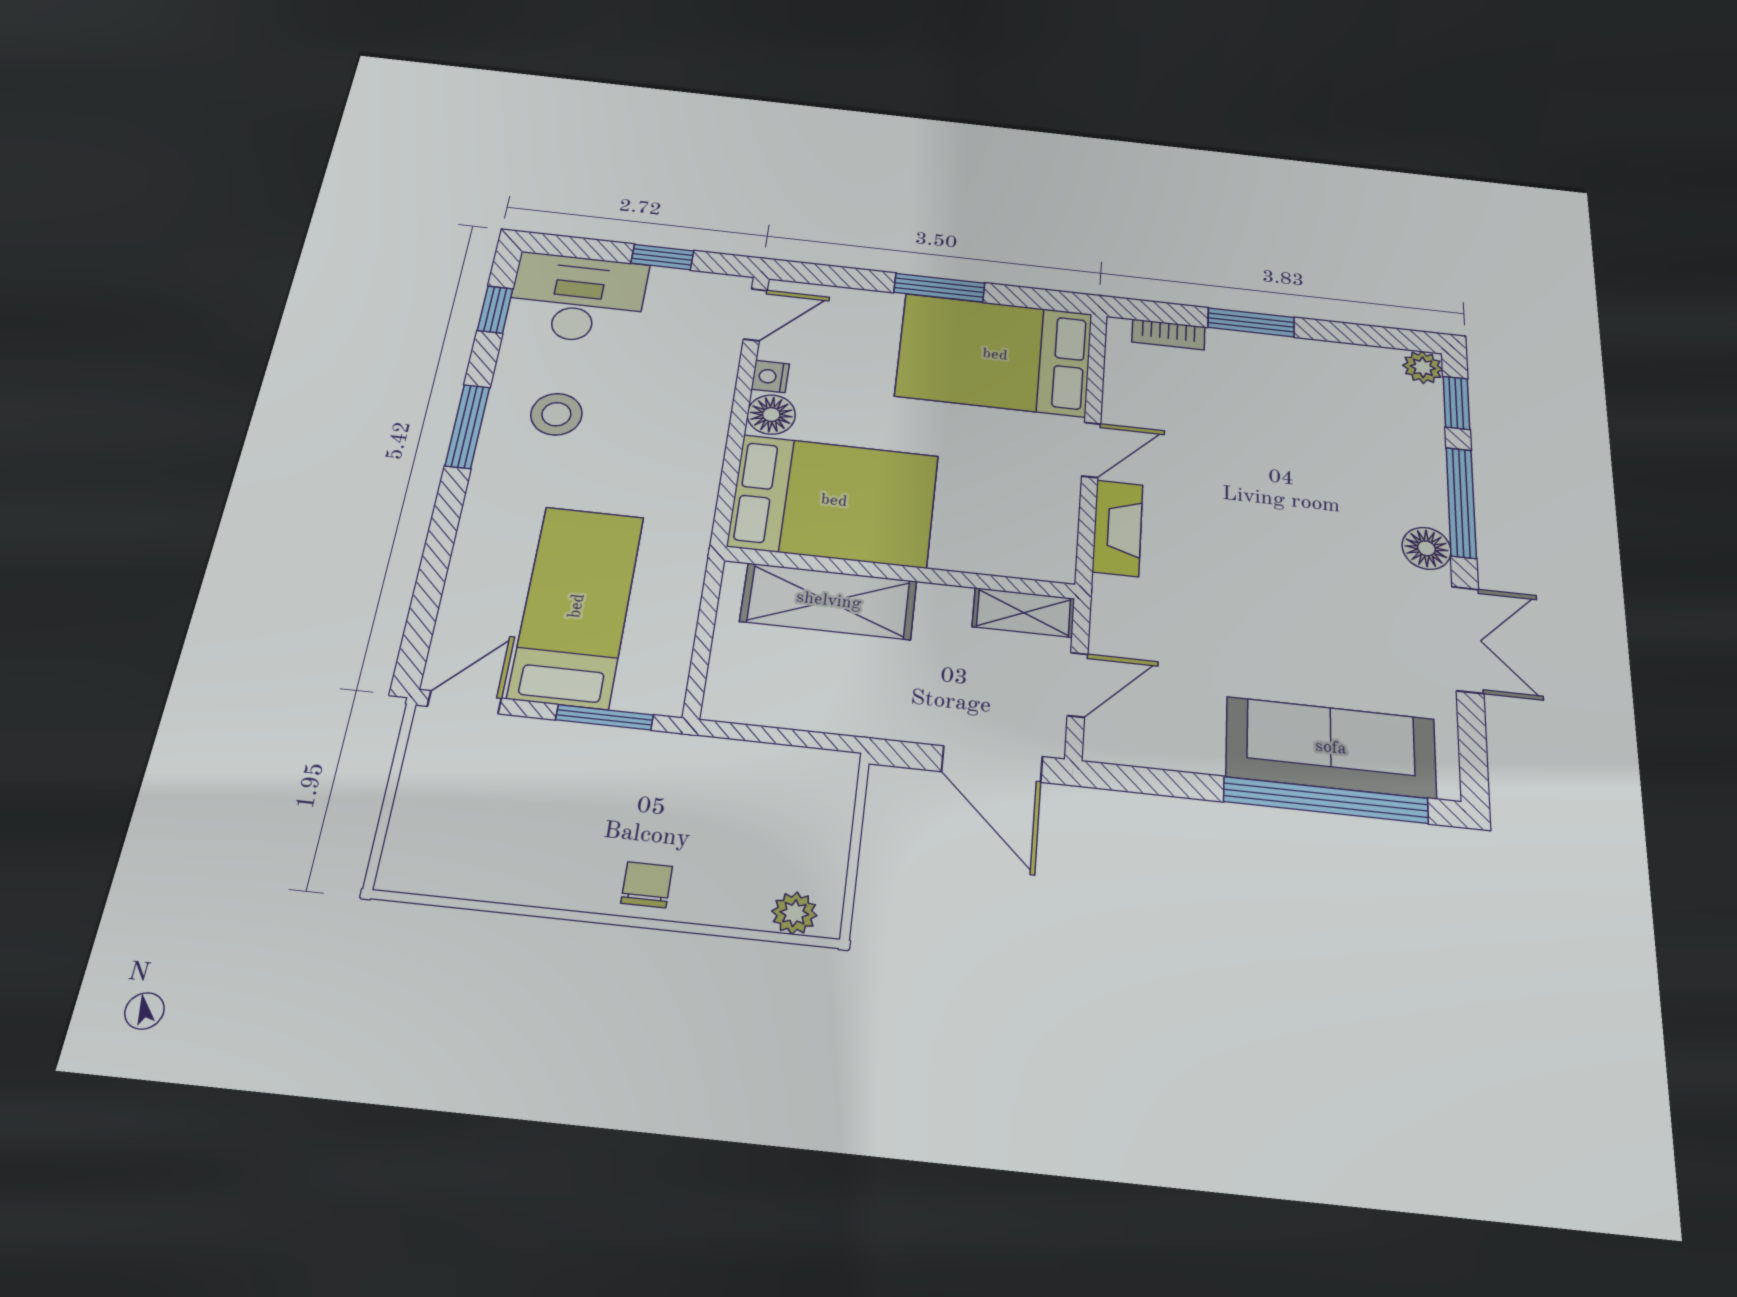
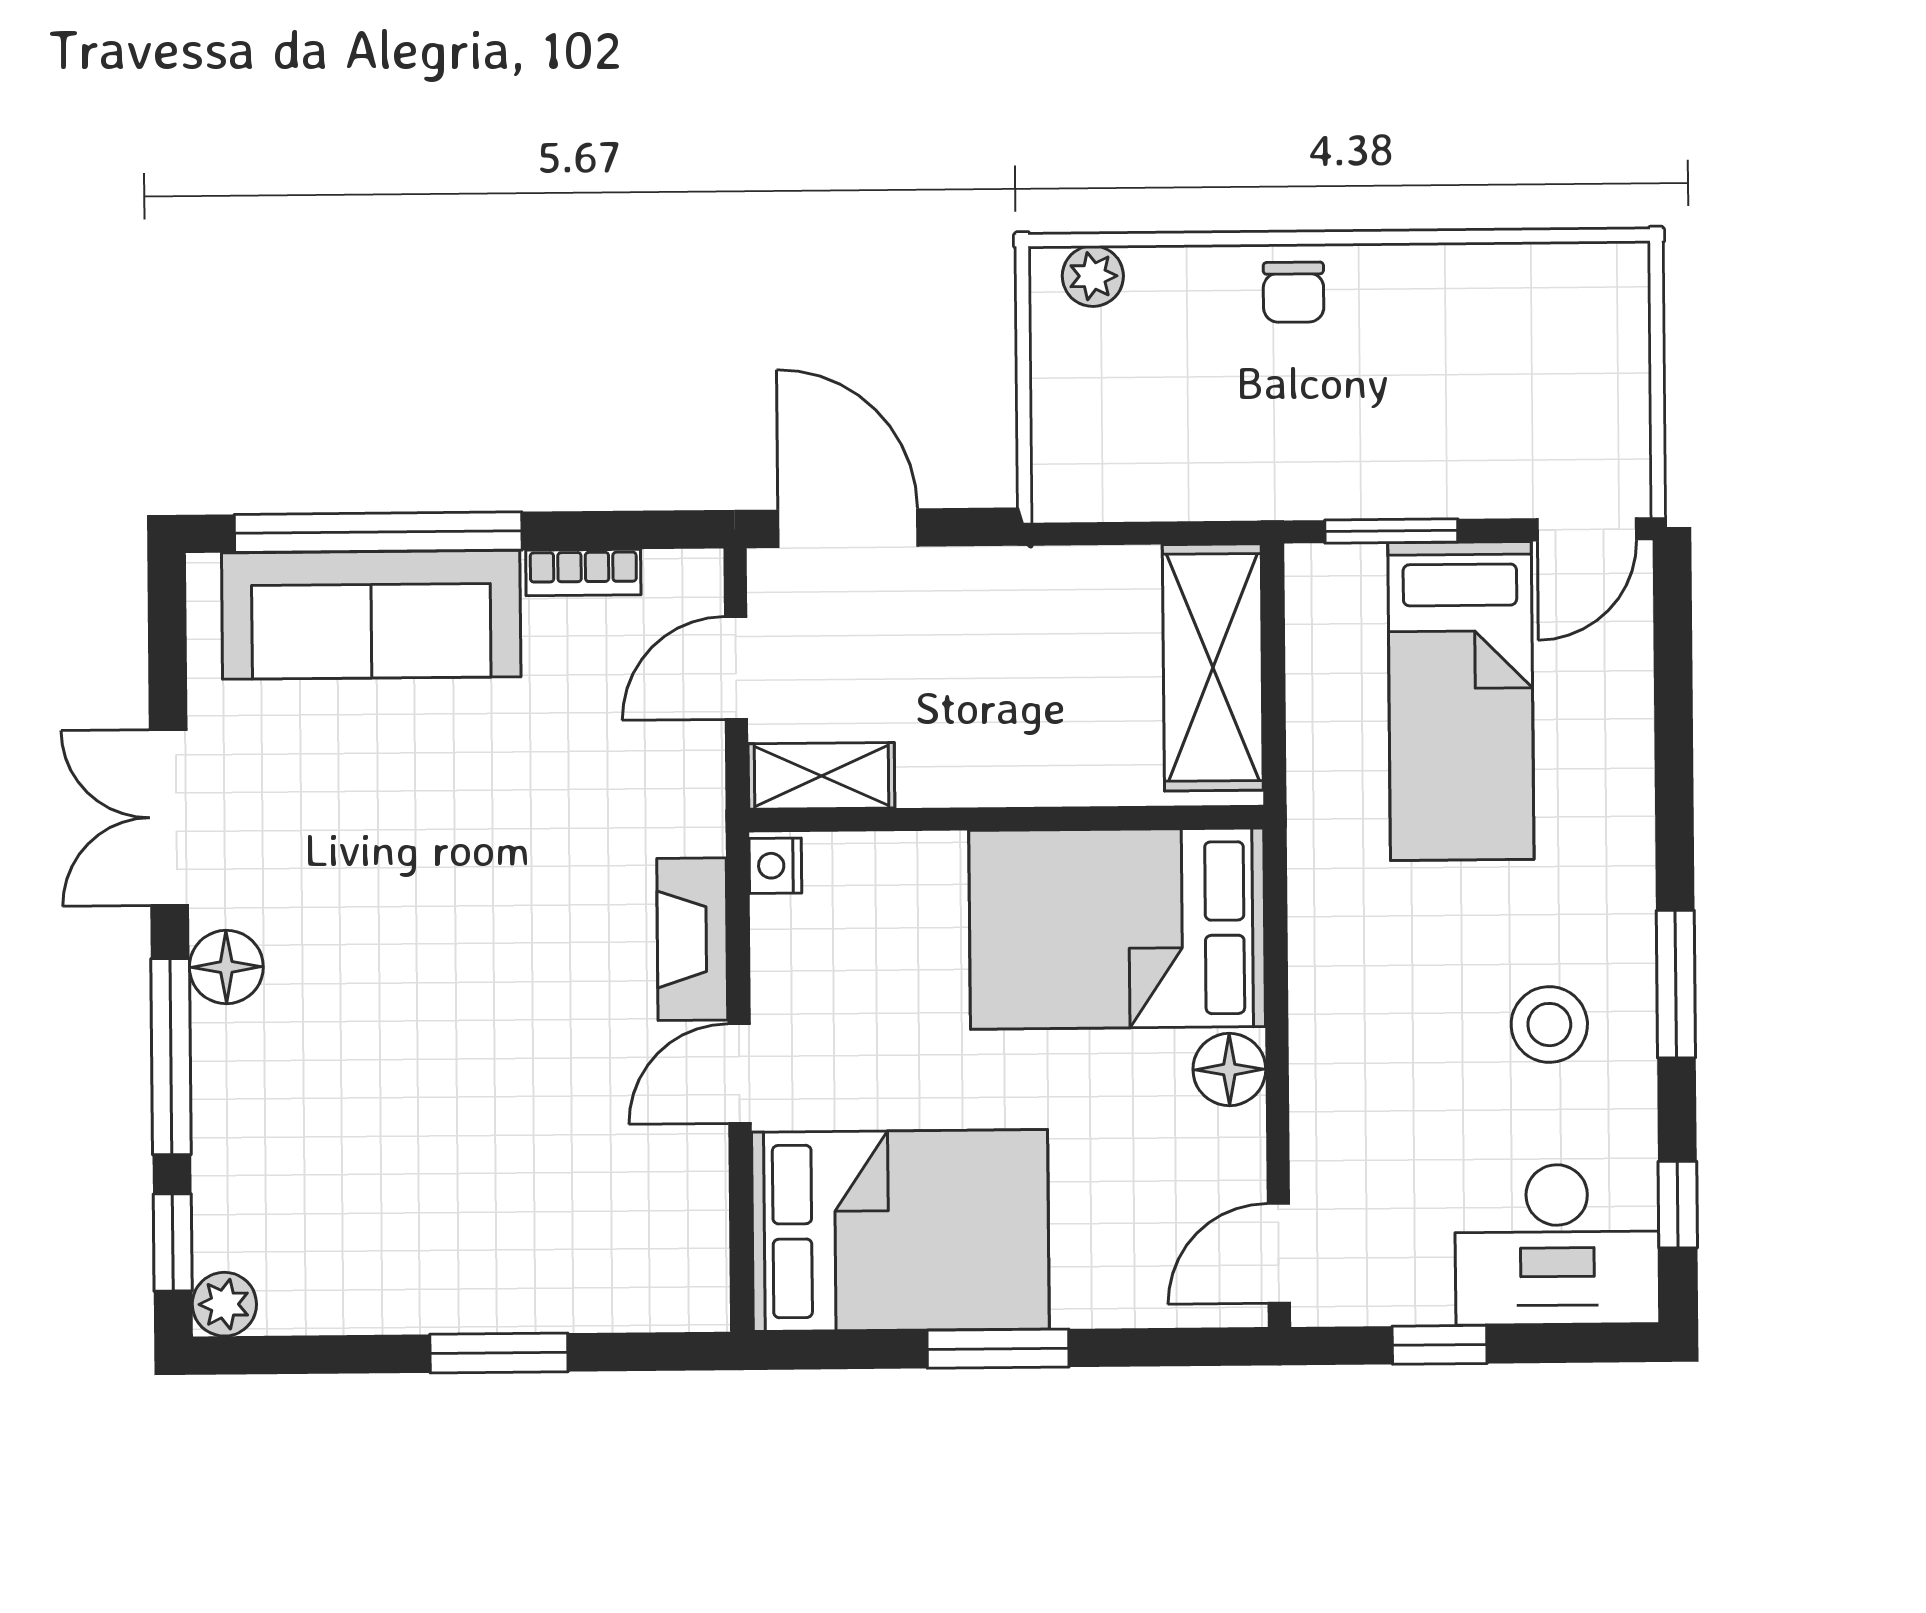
bookcase: (1168, 334) -> (583, 573), moved, turned 180
nightstand: (770, 377) -> (775, 866), moved, turned 180
shelving: (829, 601) -> (1213, 667), moved, turned 90

